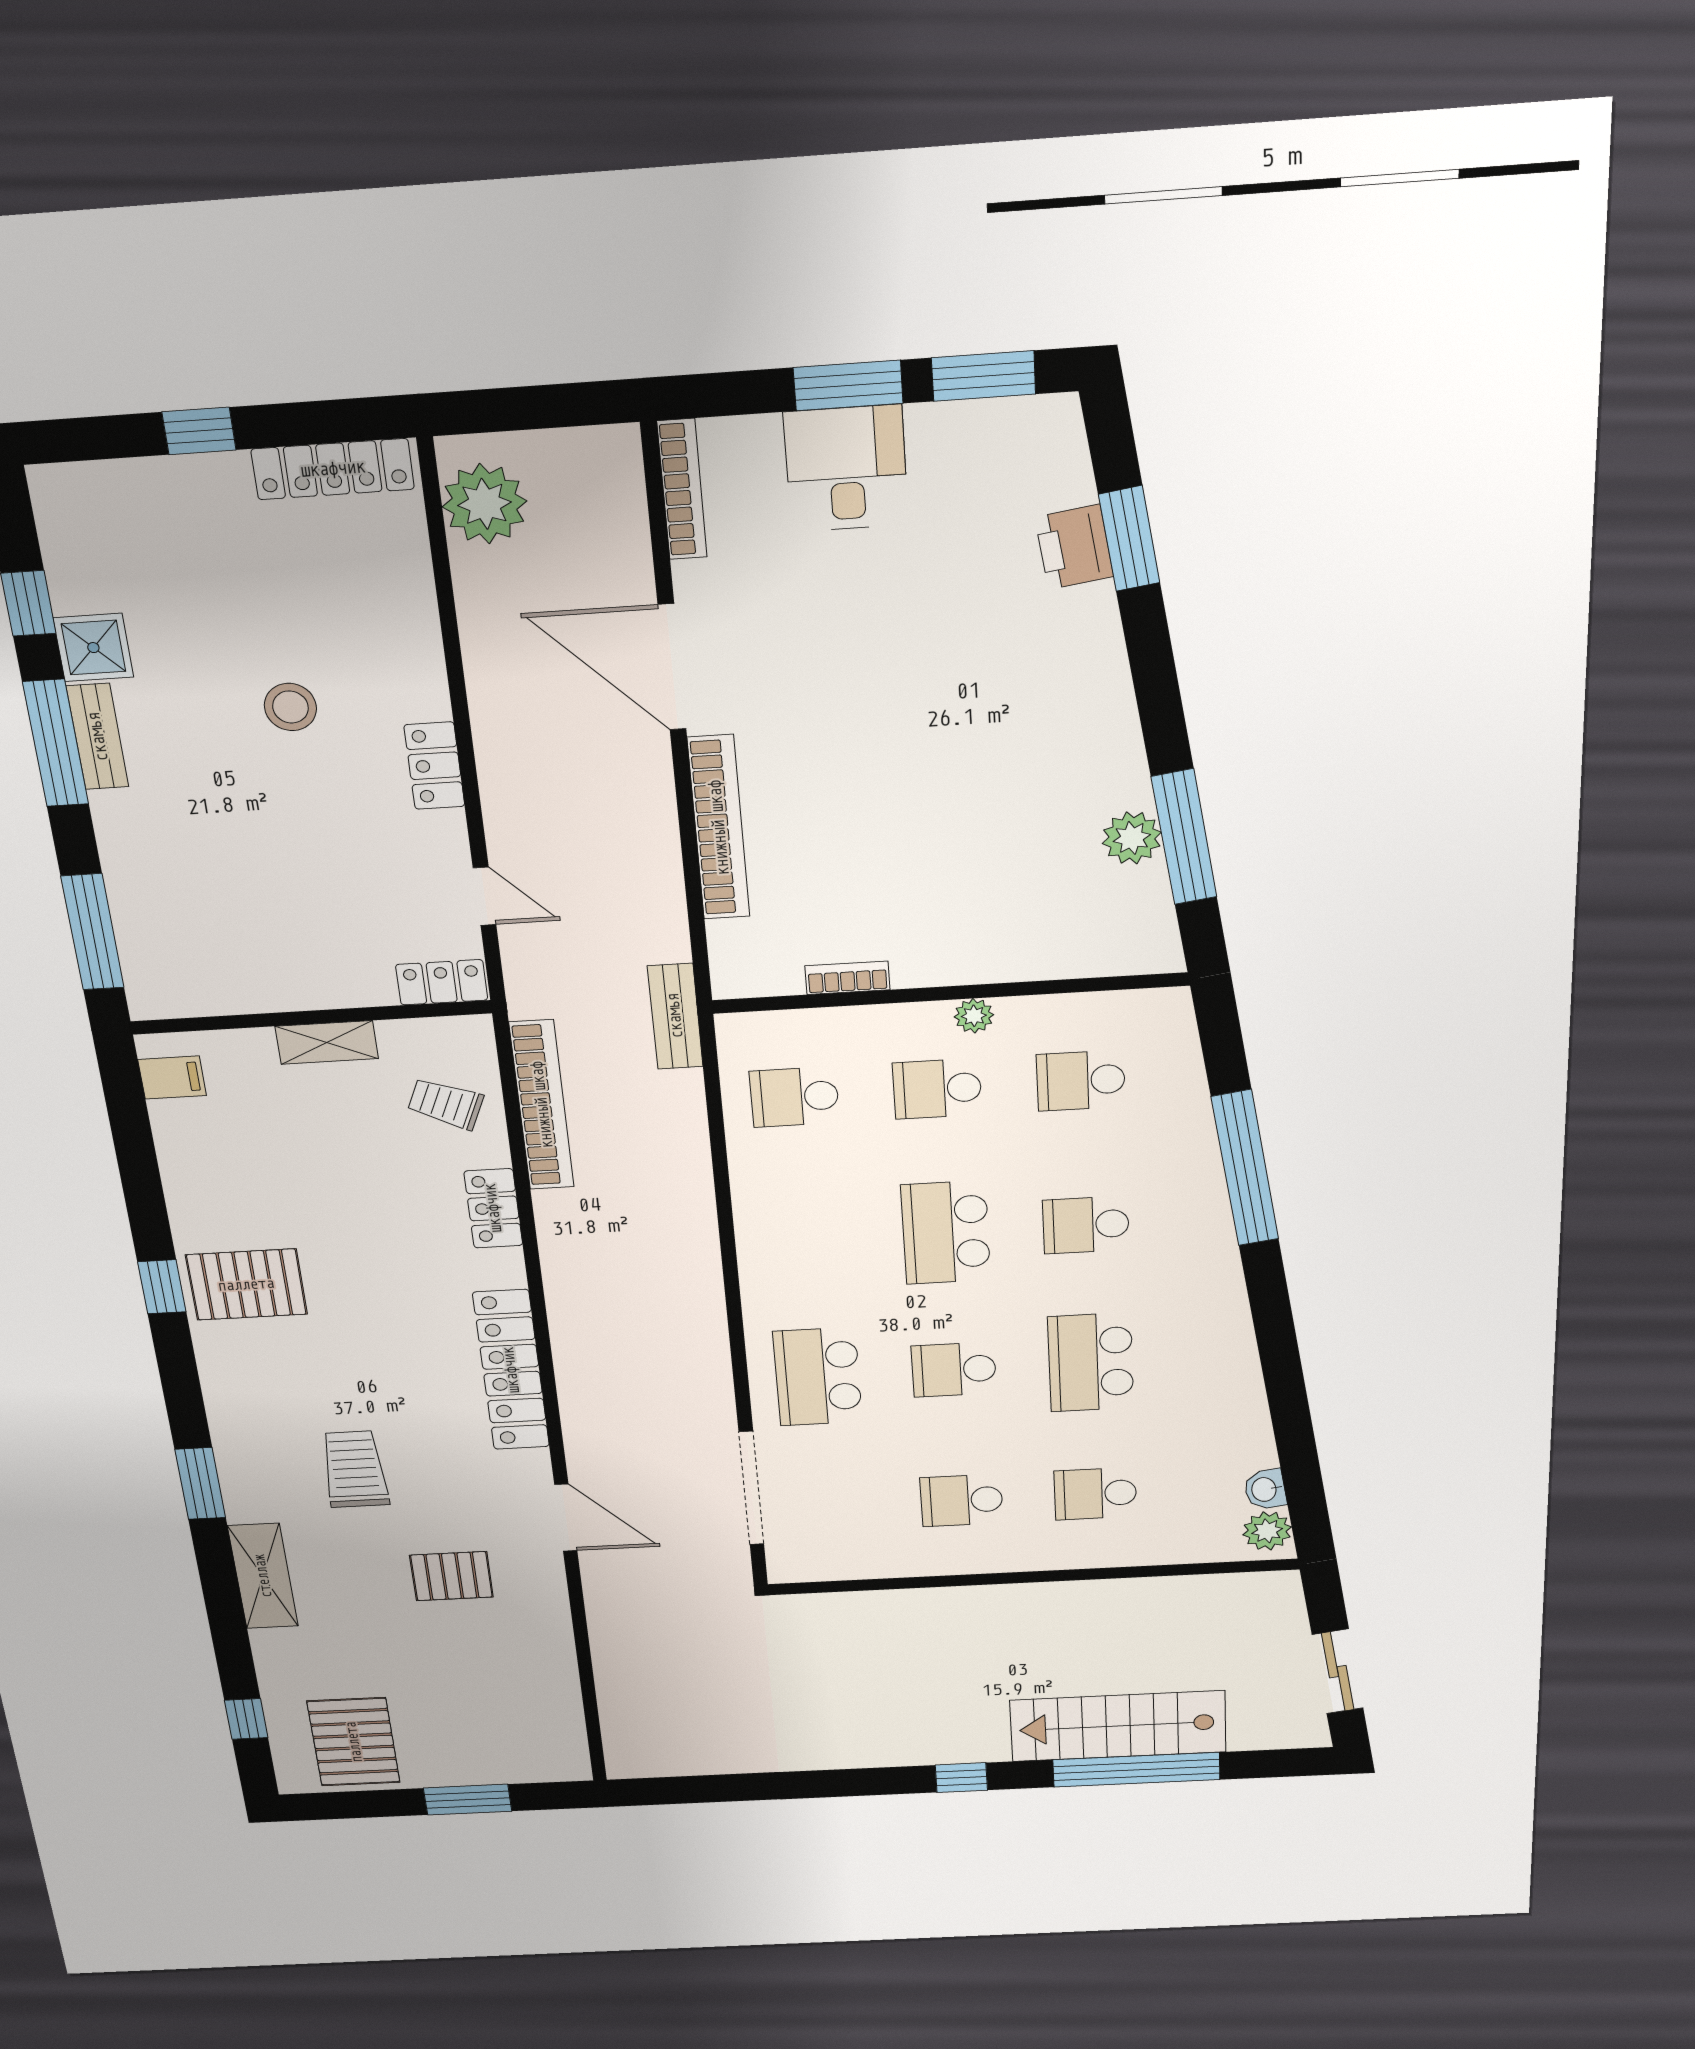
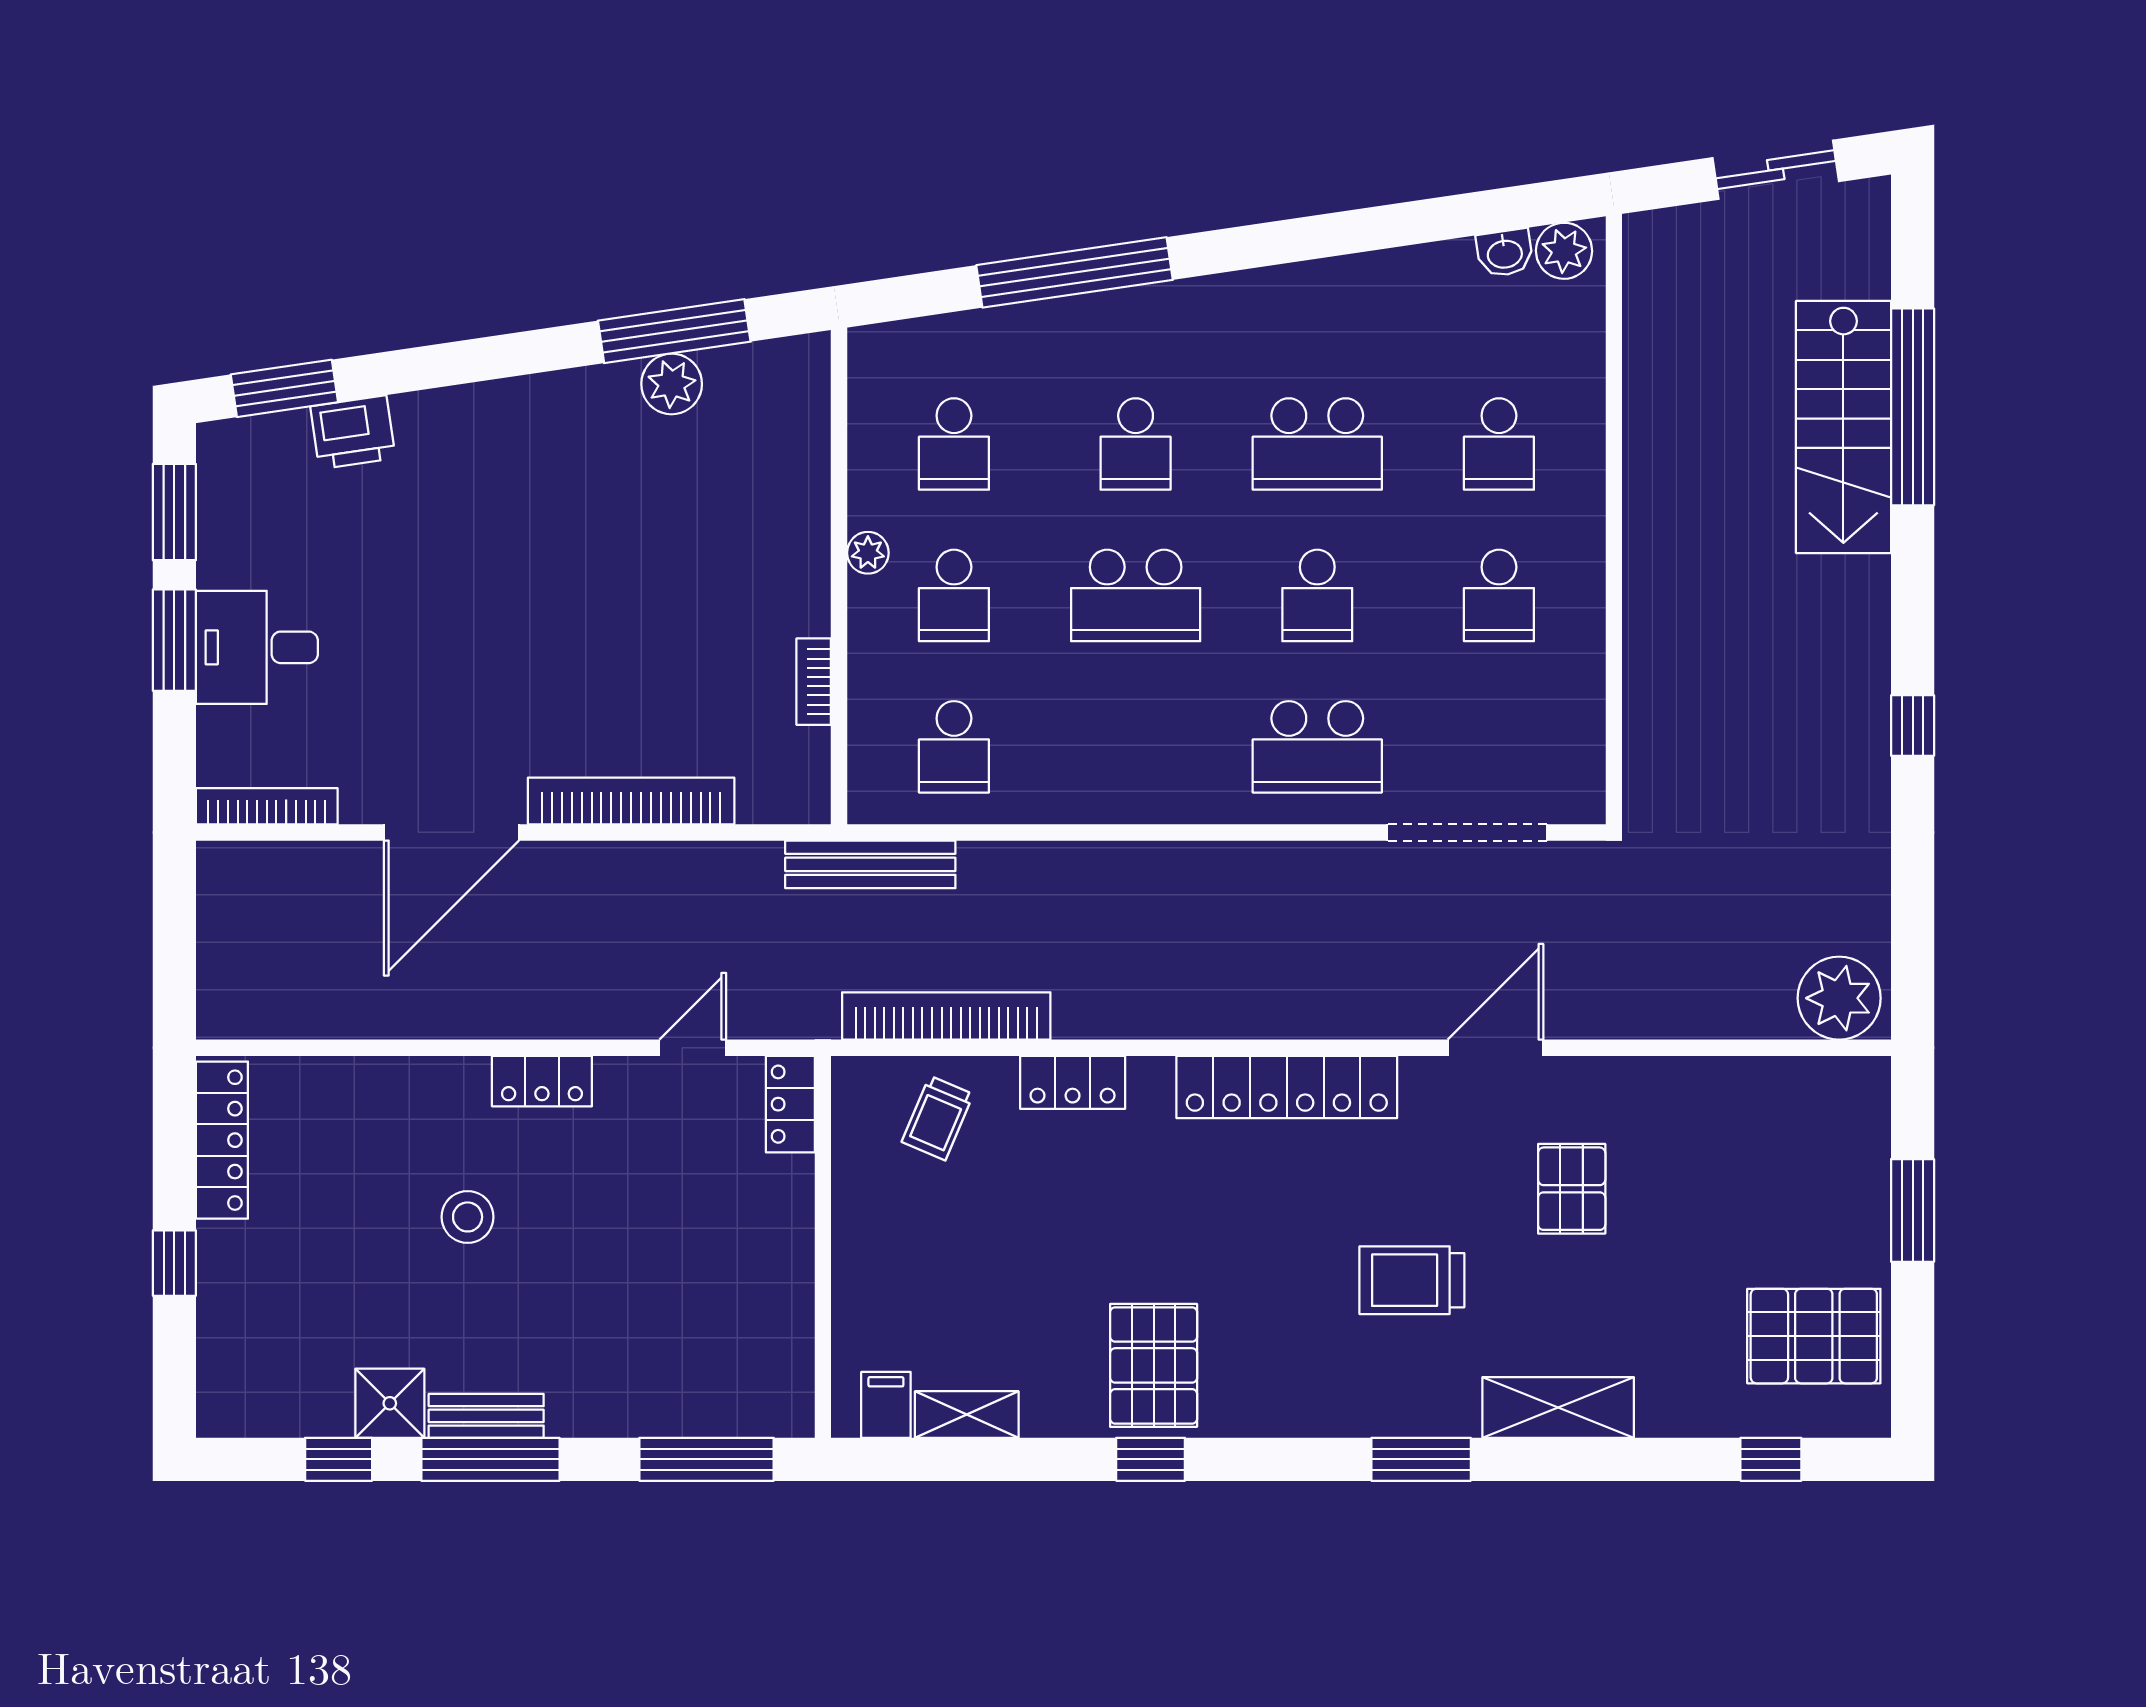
plant: (485, 504) -> (1839, 998), moved
window: (1129, 539) -> (284, 388), moved
bench: (675, 1016) -> (870, 864), width x1.36
shelving: (327, 1042) -> (967, 1414), moved, turned 90
window: (961, 1778) -> (1913, 726), moved

